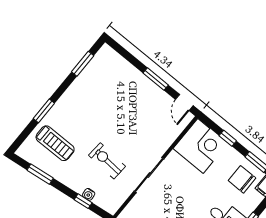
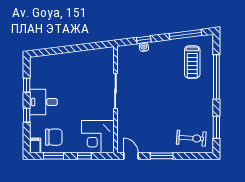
window: (44, 111) -> (216, 77), width x2.11
treadmill: (55, 143) -> (192, 62), turned -90
exercise bike: (107, 161) -> (191, 138), moved
window: (40, 174) -> (186, 34), width x1.44

